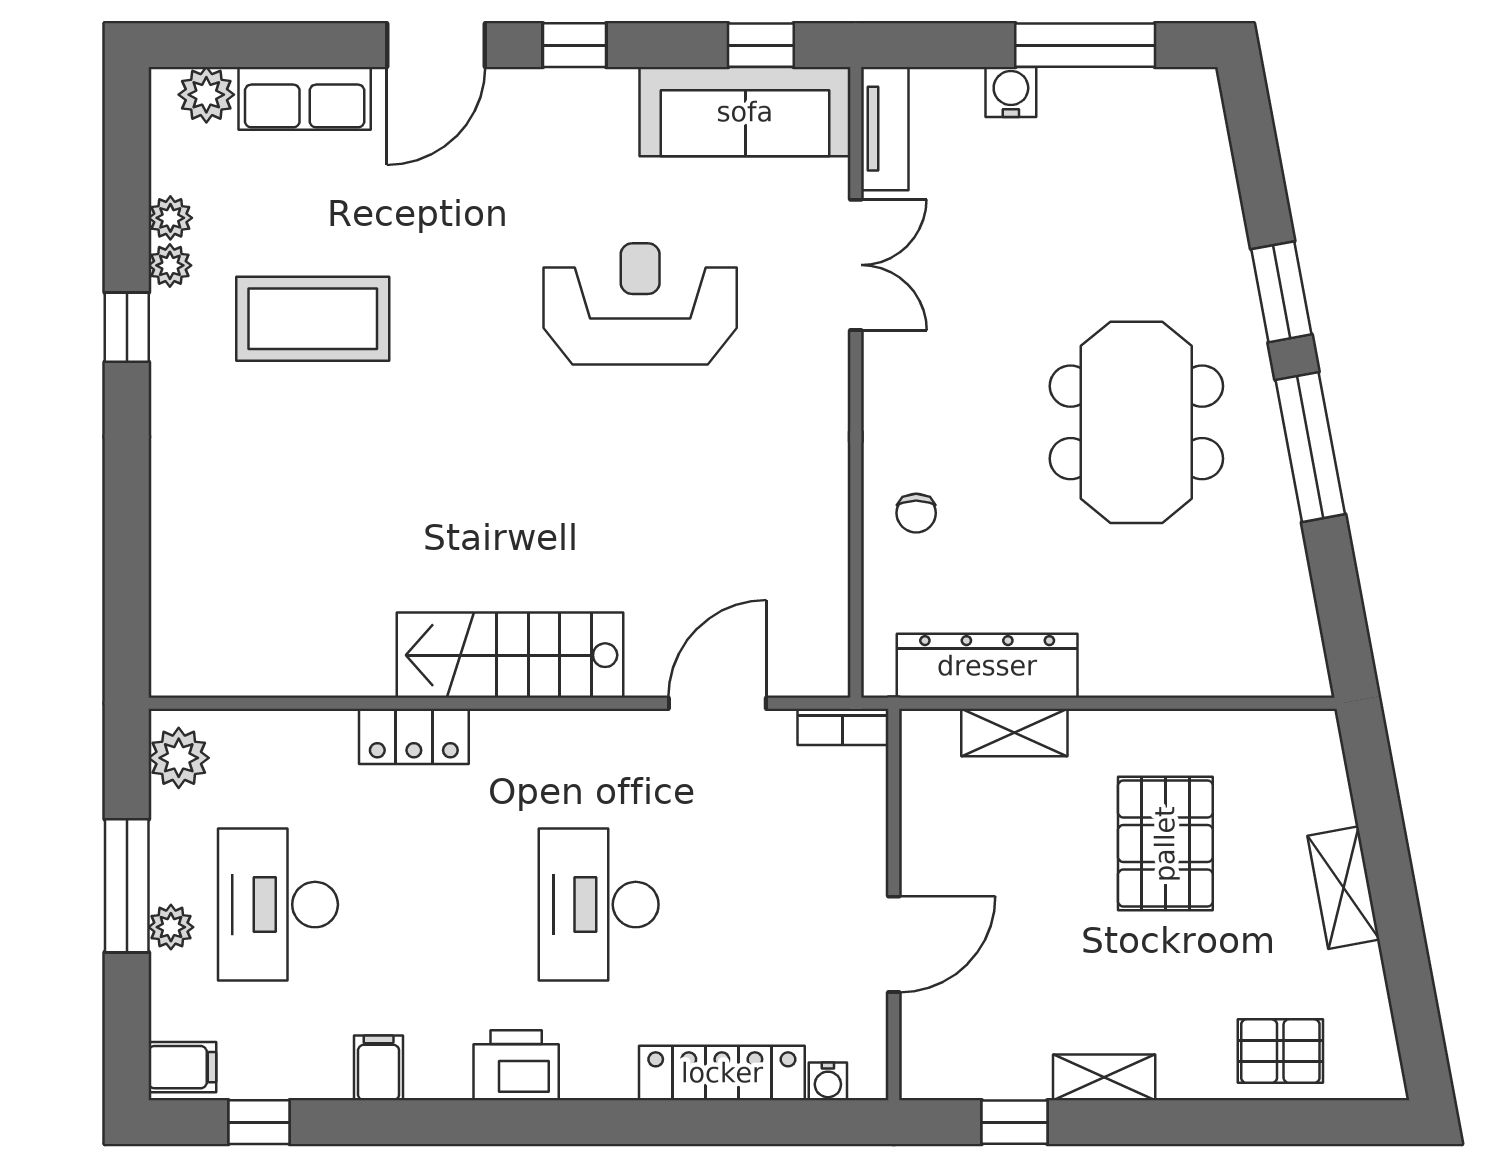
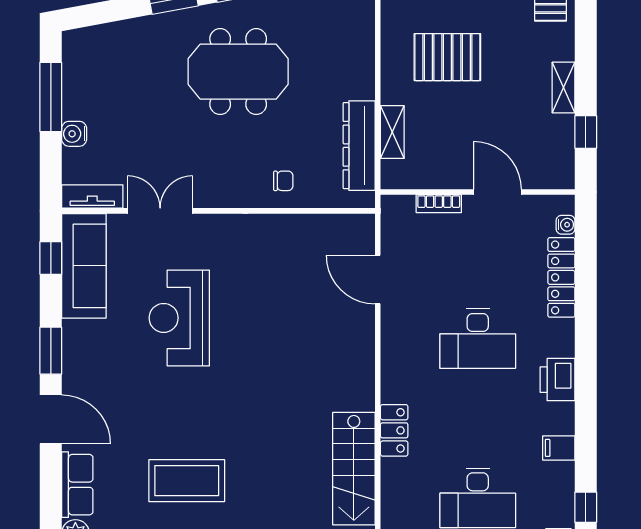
window: (575, 45) -> (51, 351), width x1.50
coffee table: (313, 319) -> (187, 481), turned 90
stairs: (510, 655) -> (354, 469), moved
bookcase: (843, 727) -> (439, 204), moved, turned 90

